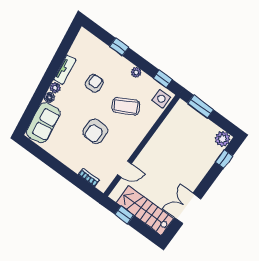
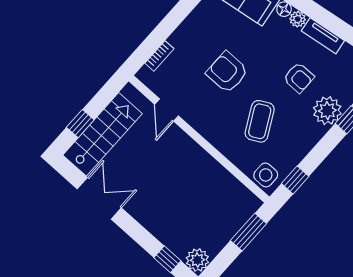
plant: (136, 72) -> (327, 111), moved, width x1.87, depth x1.87
window: (124, 215) -> (80, 124), moved

